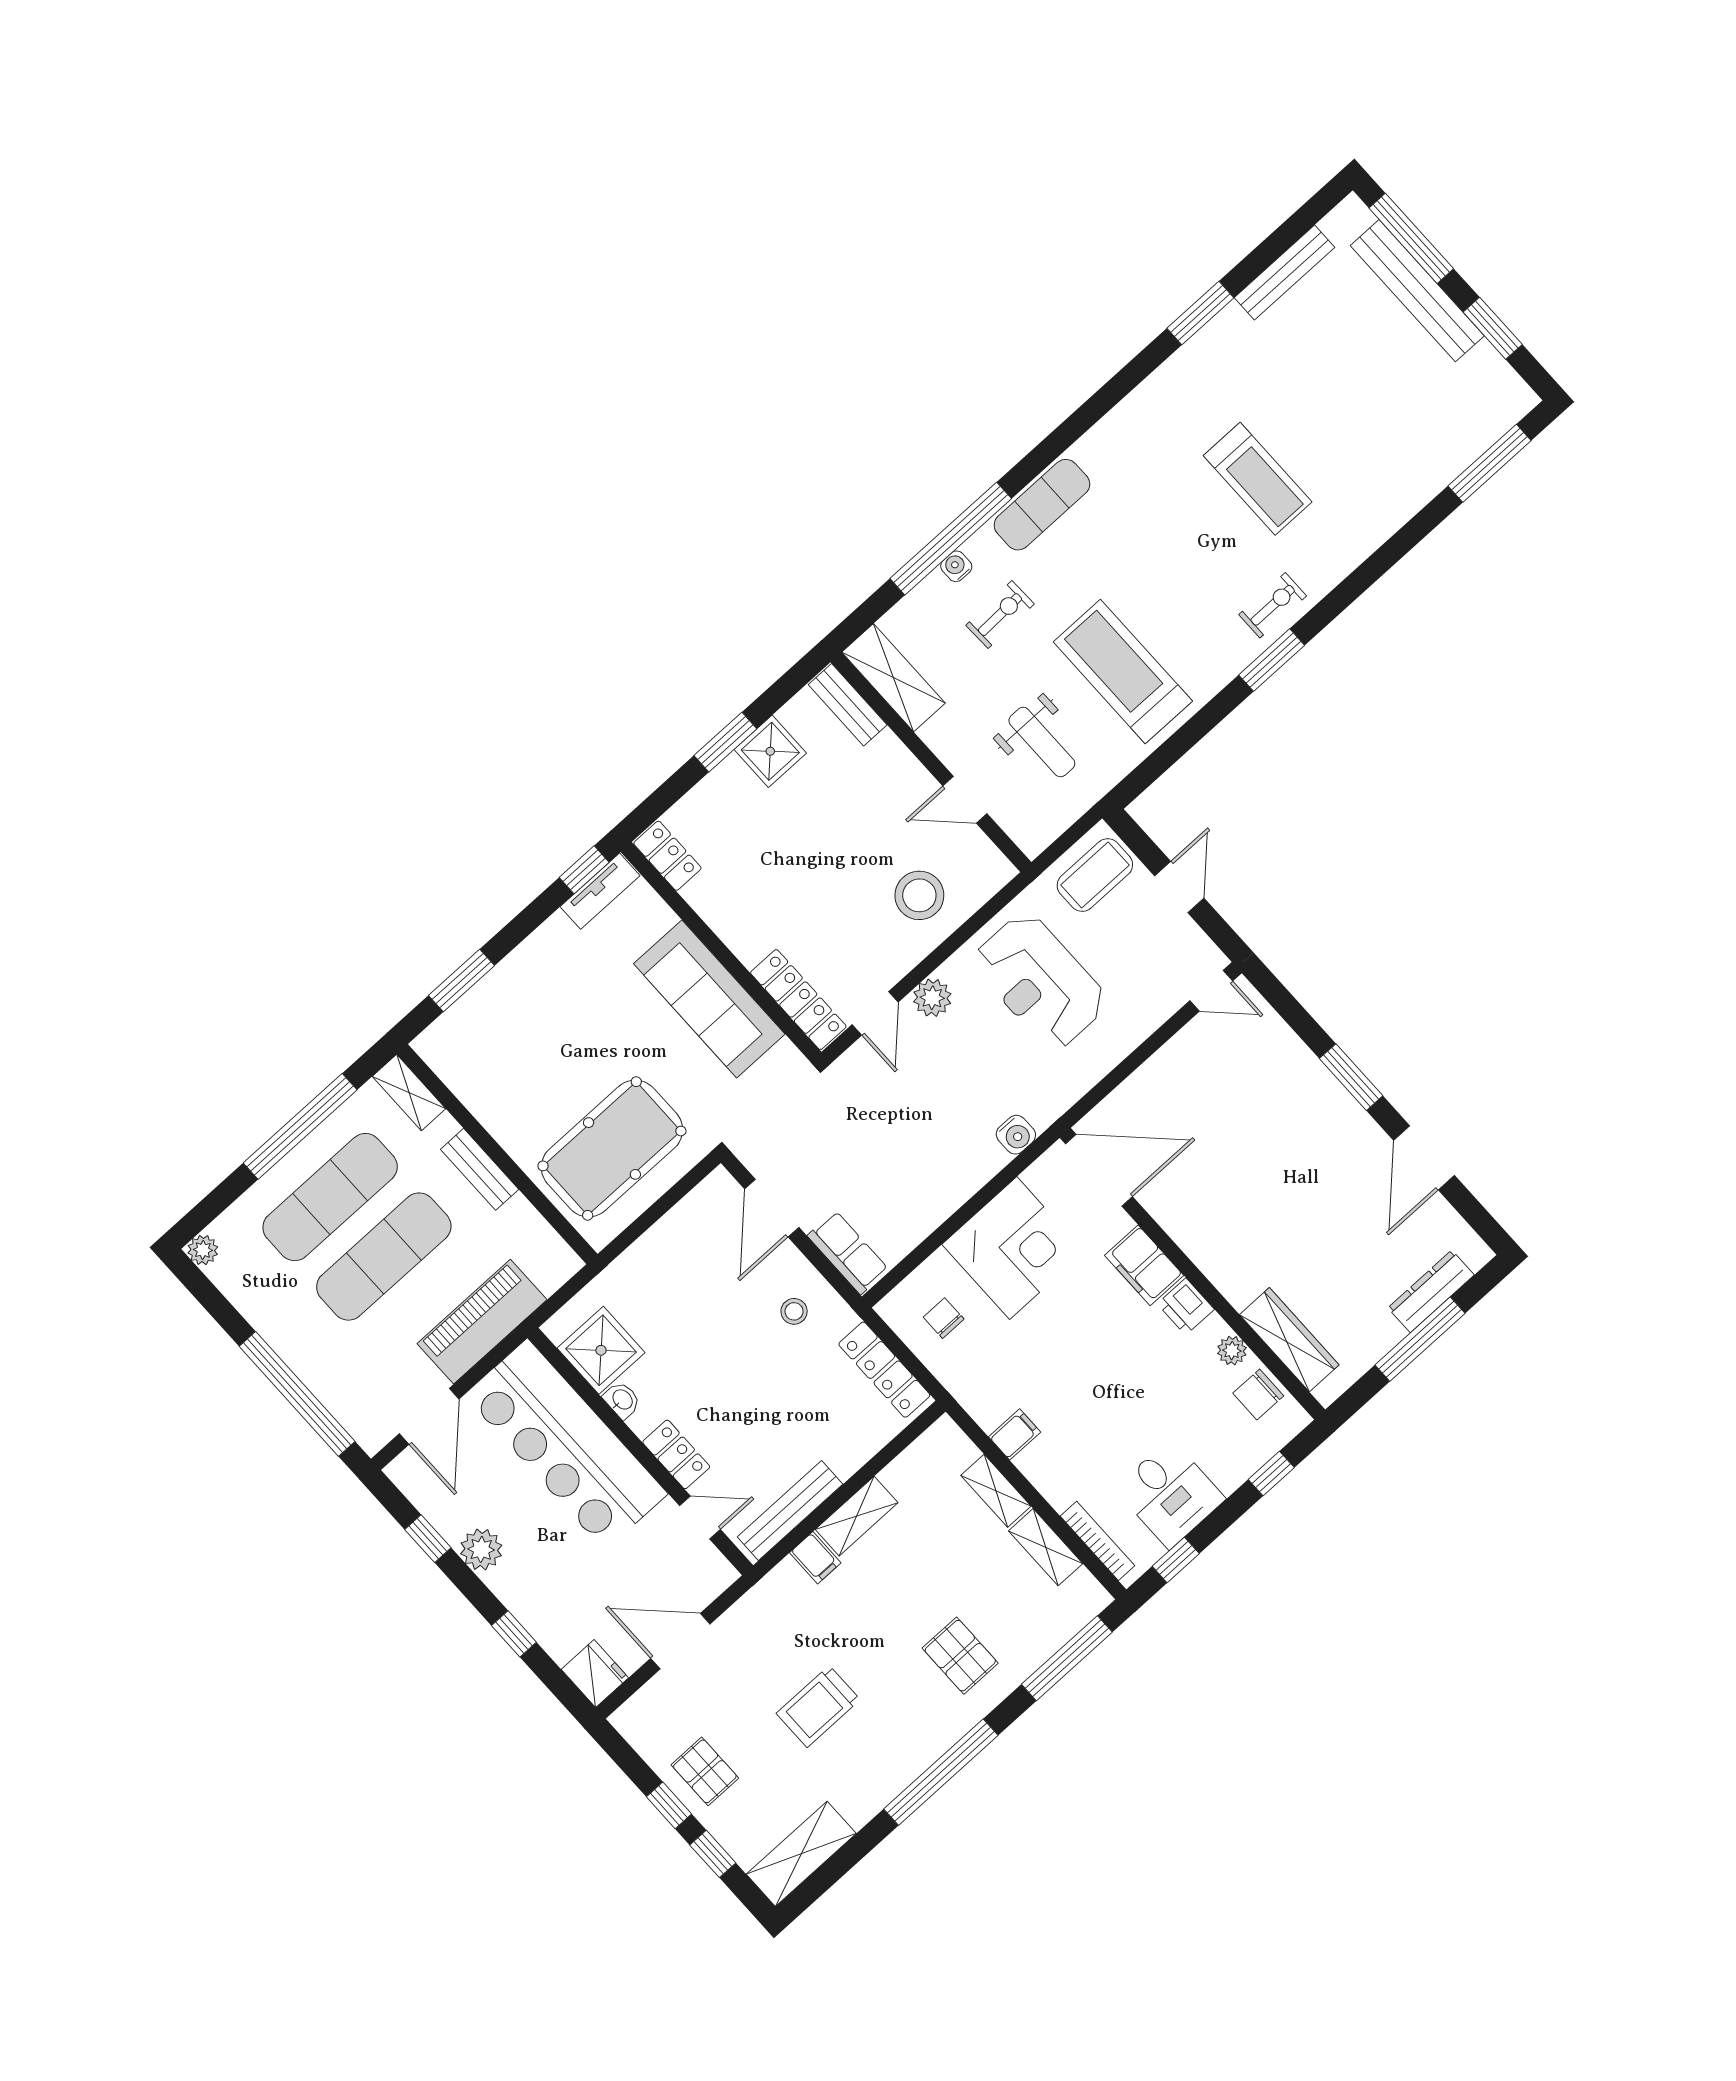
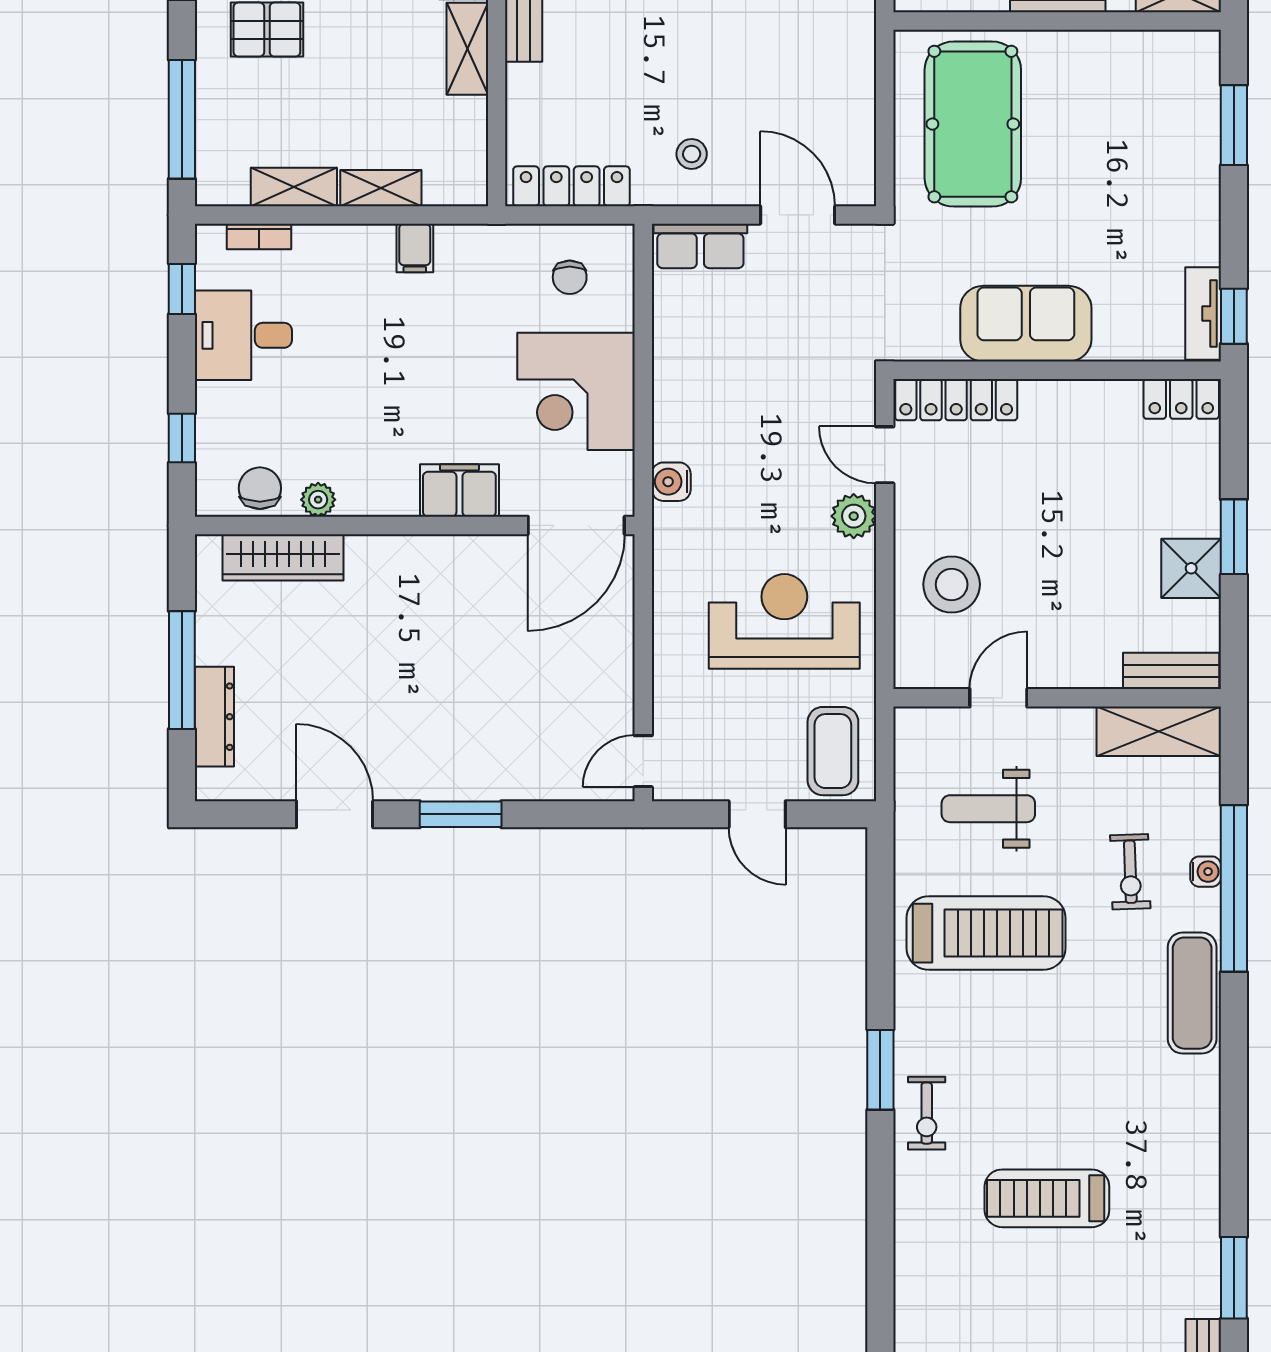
sofa: (709, 999) -> (1026, 324), width x0.73
printer: (1186, 1306) -> (392, 494), removed
chair: (944, 1318) -> (570, 277), turned 90
bookcase: (1097, 1541) -> (259, 236), width x0.64

